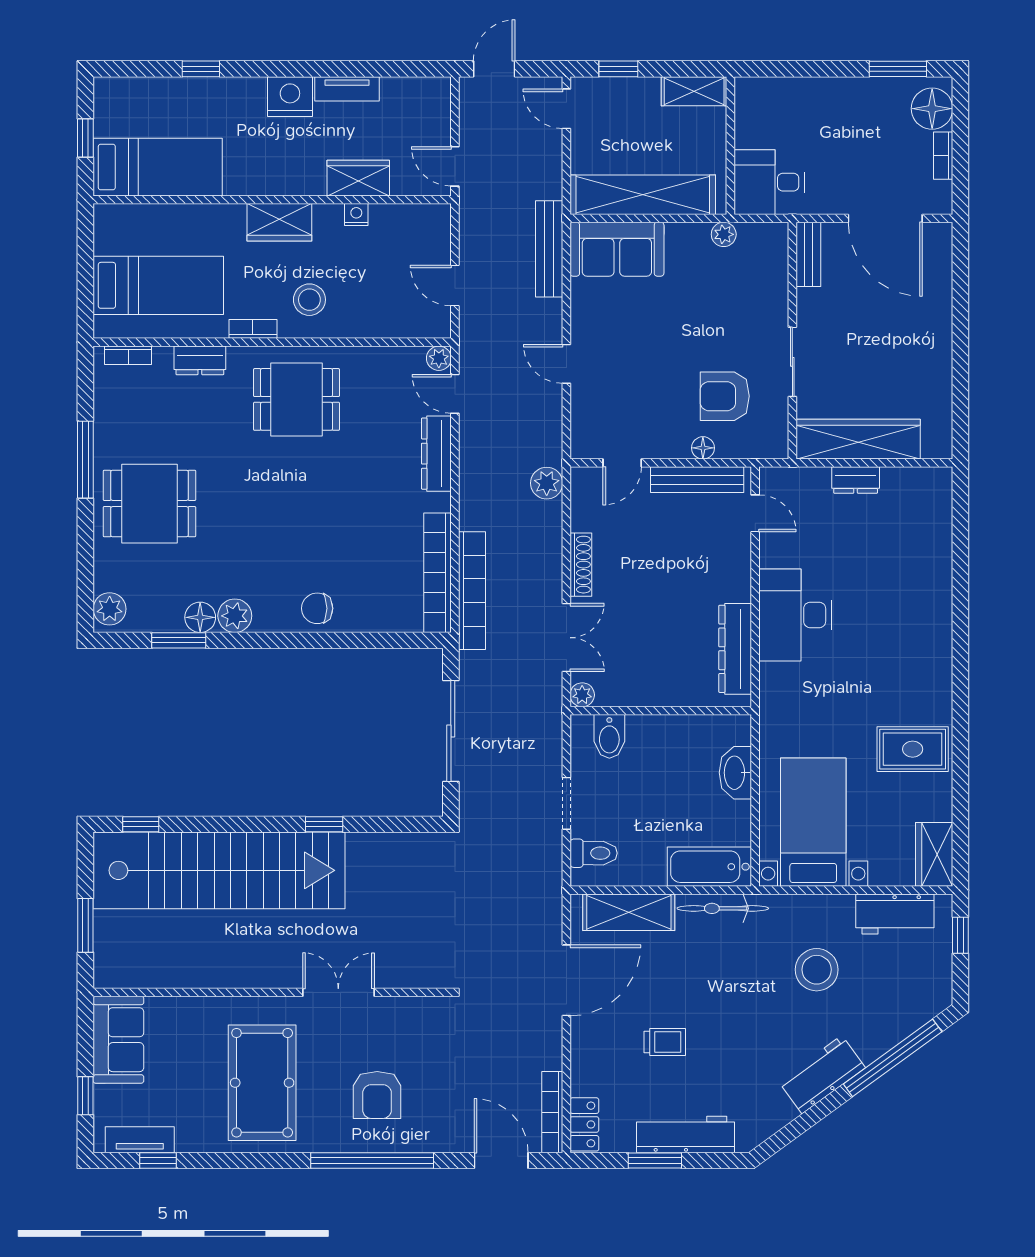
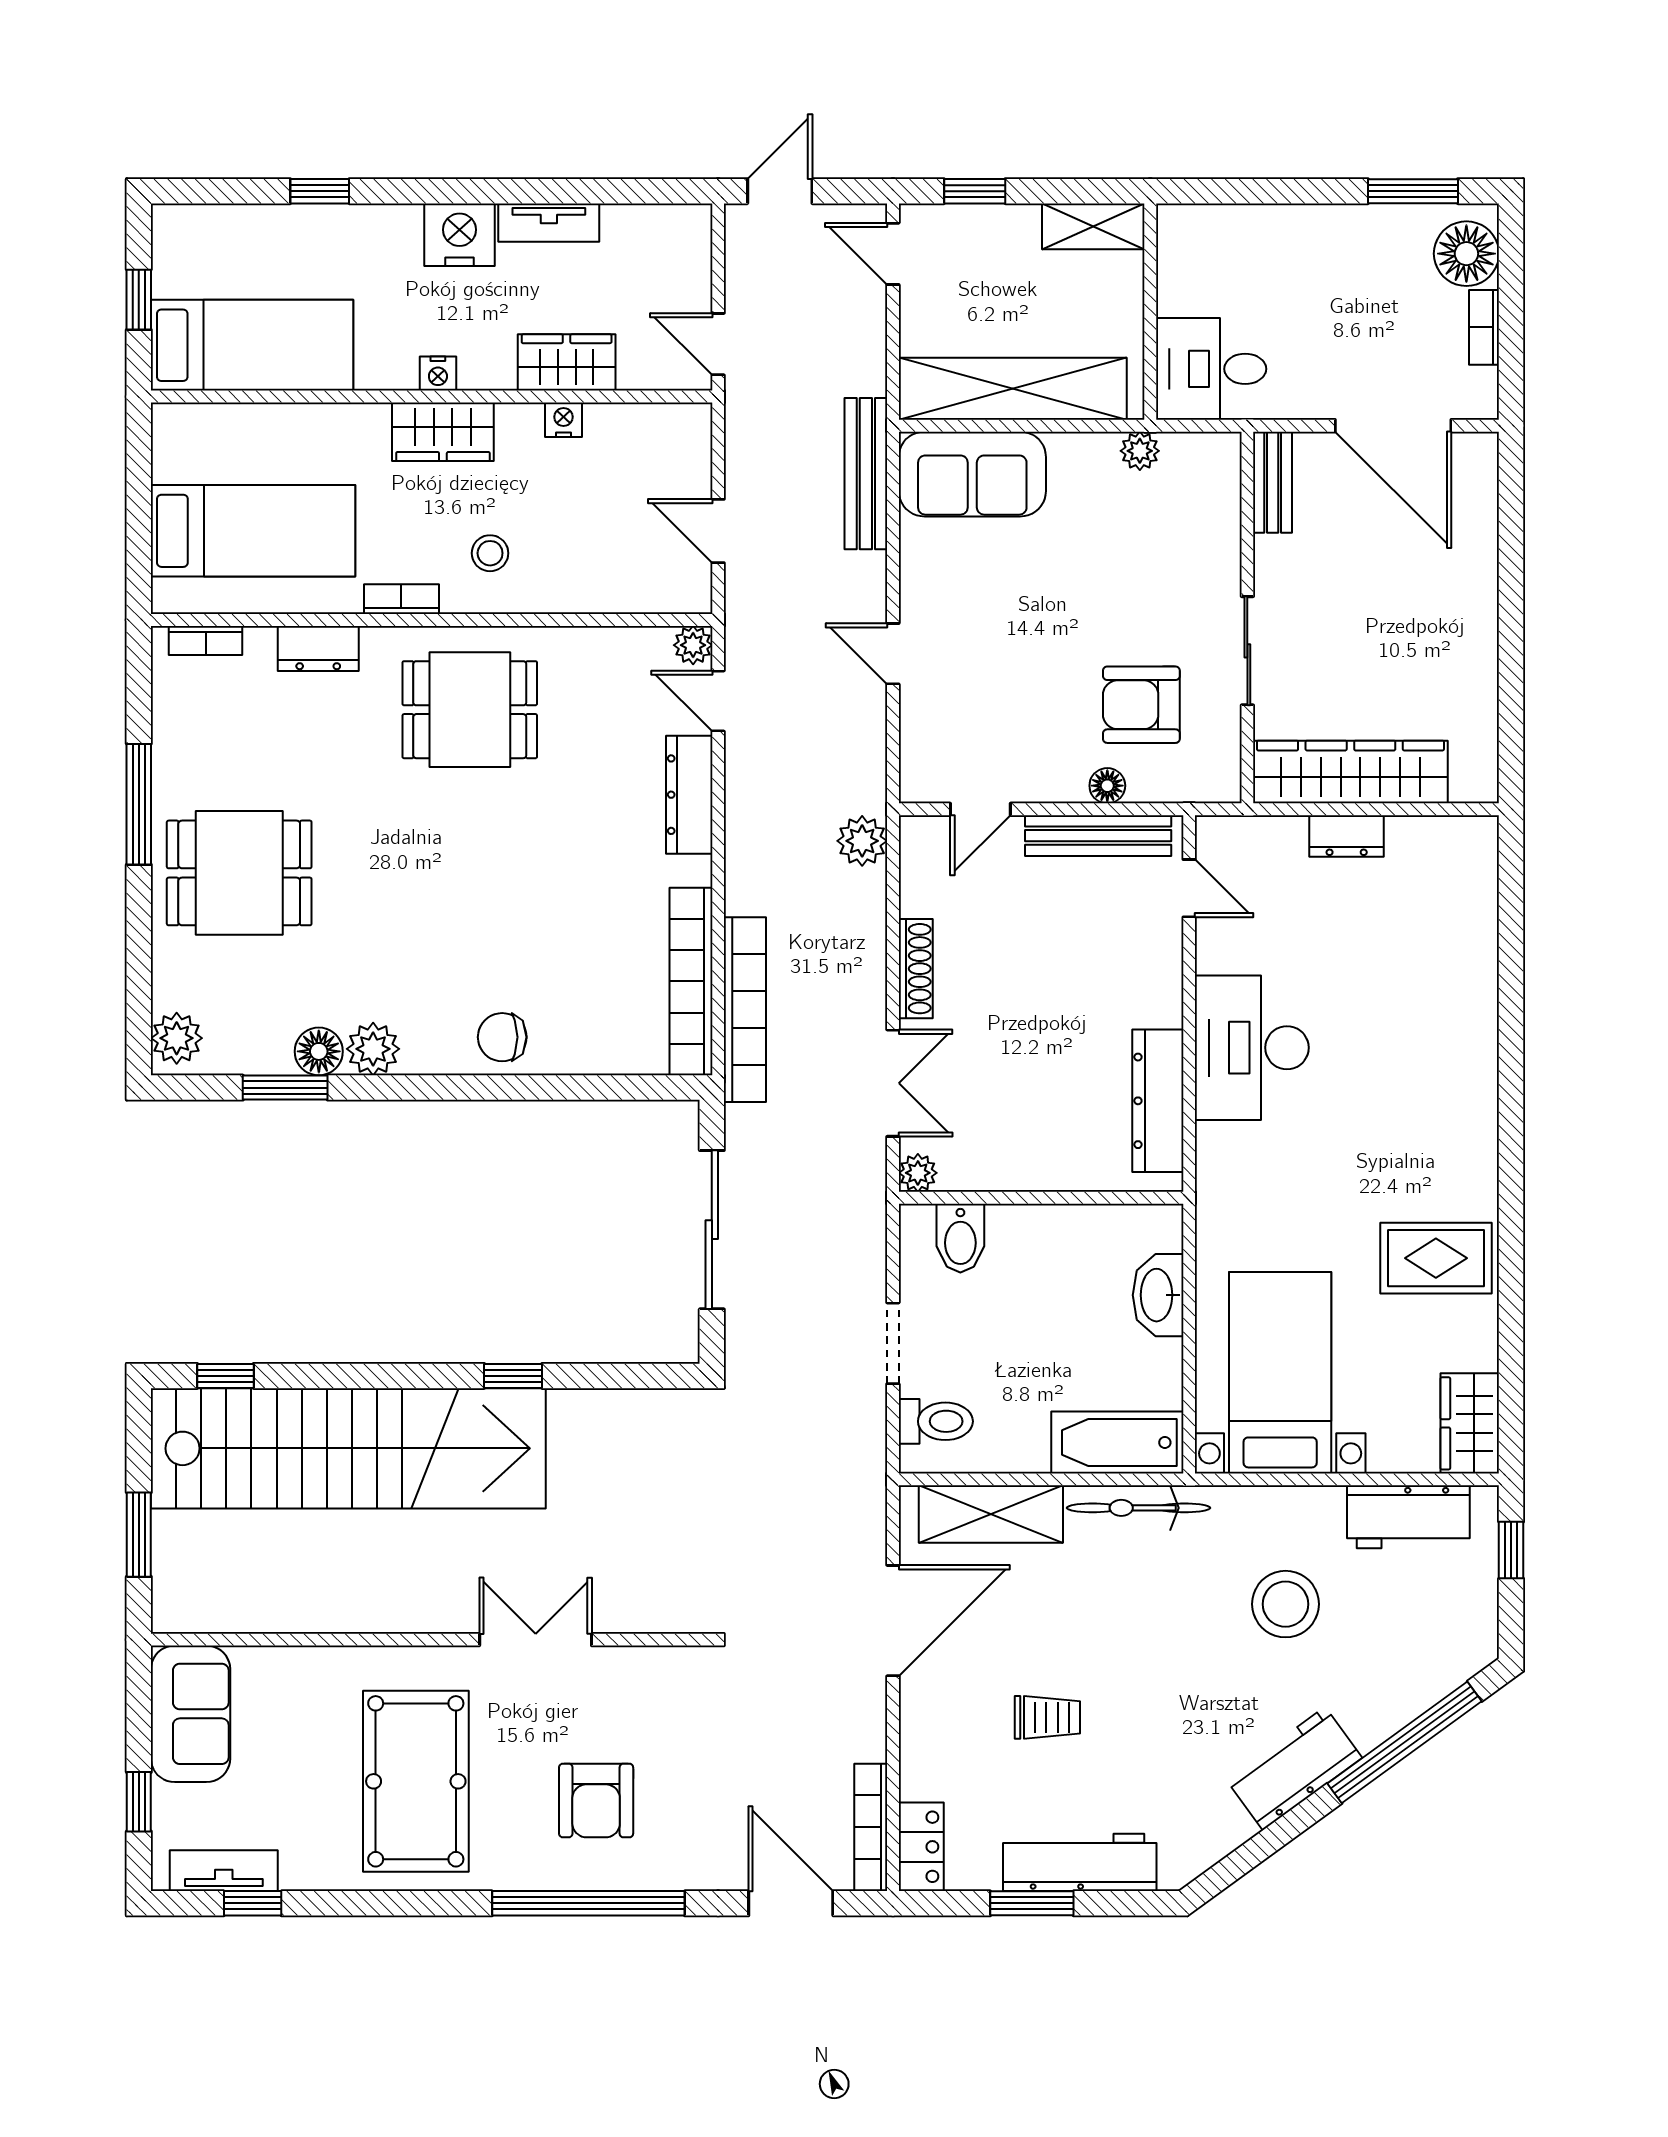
nightstand: (276, 185) -> (438, 374), added
stool: (309, 300) -> (490, 553), width x0.73, depth x0.73

